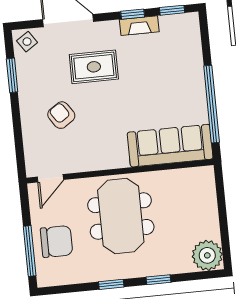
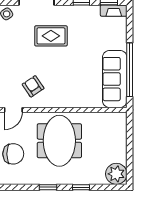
fireplace: (139, 26) -> (114, 11), moved
armchair: (61, 115) -> (33, 86), moved
sofa: (170, 146) -> (115, 79), moved, turned -90

